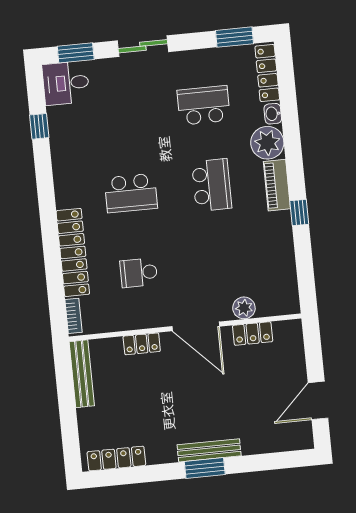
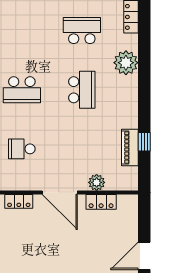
washbasin: (273, 114) -> (132, 42), removed
piano: (277, 185) -> (130, 147), moved
window: (299, 213) -> (144, 142), moved

